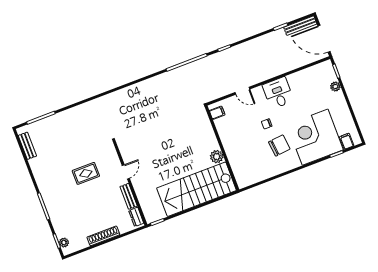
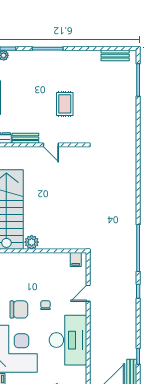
desk: (278, 93) -> (68, 340), width x1.87, depth x1.30
chair: (279, 145) -> (19, 309), turned -84

